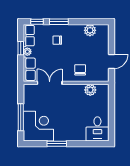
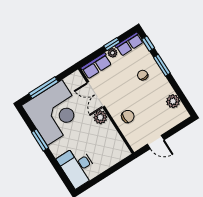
double door: (50, 83) -> (96, 94), swing flipped
plant: (90, 90) -> (100, 117), moved
corner desk: (38, 126) -> (55, 113), width x1.36, depth x1.36
desk: (97, 129) -> (78, 167), width x1.37

